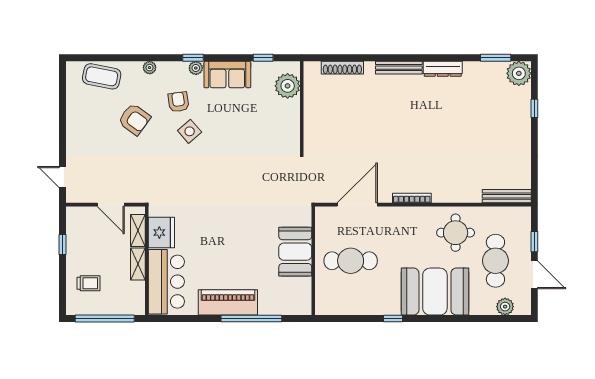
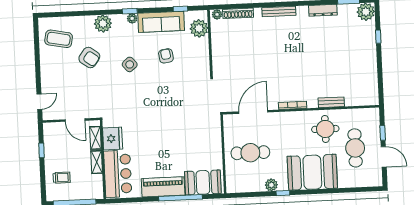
plant: (150, 68) -> (103, 24), width x1.88, depth x1.88
plant: (313, 68) -> (217, 14), added
dresser: (443, 69) -> (323, 10), moved
sofa: (227, 75) -> (161, 22), width x1.36
coffee table: (102, 76) -> (59, 39), moved
armchair: (178, 102) -> (166, 56), moved
door: (63, 177) -> (39, 102), swing flipped
bench: (507, 196) -> (331, 102), moved, width x0.73
booth: (295, 252) -> (203, 182), moved, turned 90
plant: (505, 307) -> (271, 185), moved

